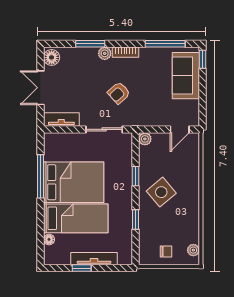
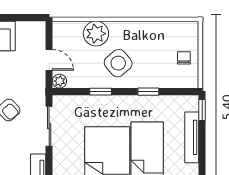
door: (180, 129) -> (49, 60), moved
plant: (193, 250) -> (96, 34), moved, width x1.88, depth x1.88
window: (82, 268) -> (202, 110), moved

